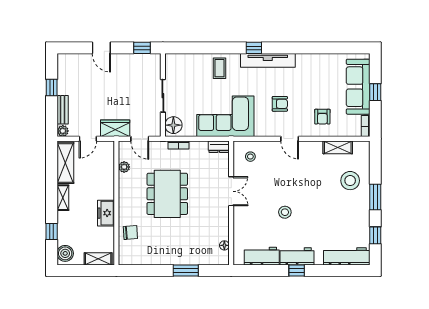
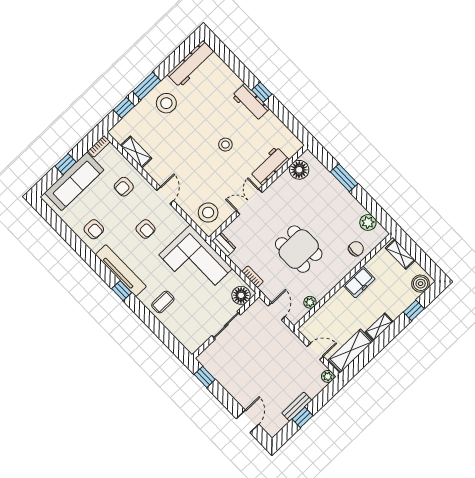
door: (101, 48) -> (248, 421), moved
armchair: (313, 69) -> (94, 229), added
armchair: (280, 104) -> (146, 229), turned 180
bench: (63, 110) -> (297, 407), moved
armchair: (322, 117) -> (124, 187), turned 180
wardrobe: (115, 128) -> (287, 338), removed
stool: (250, 157) -> (208, 213), width x1.89, depth x1.89
stool: (350, 181) -> (166, 103), moved
dining table: (167, 194) -> (299, 249), width x0.73
chair: (130, 233) -> (356, 249), turned 94
window: (375, 235) -> (124, 108), moved
floor lamp: (224, 245) -> (299, 170), width x1.89, depth x1.89
workbench: (262, 256) -> (269, 166), moved, turned 90
workbench: (347, 256) -> (191, 64), moved, turned -90
plant: (140, 258) -> (368, 223), added

